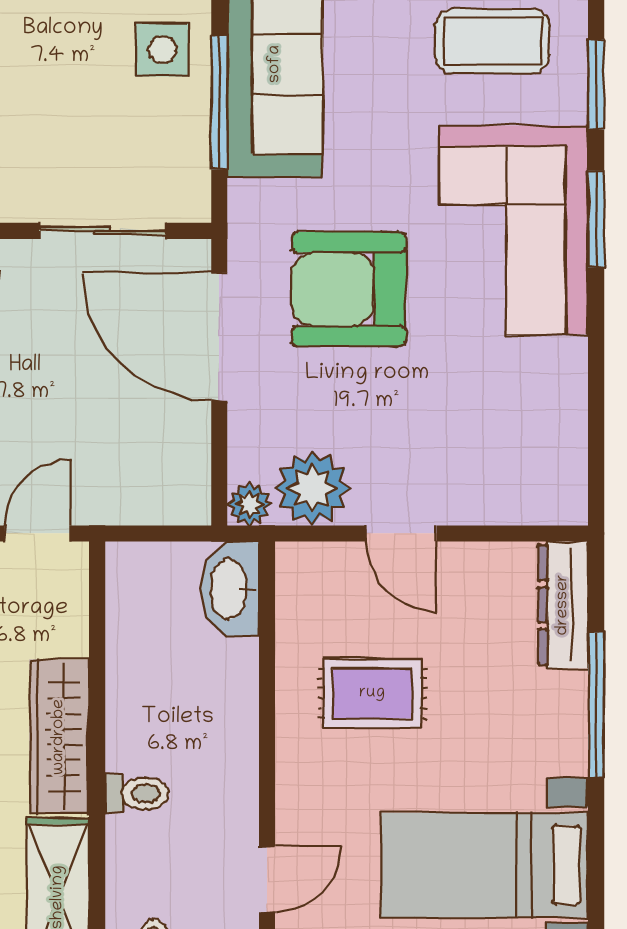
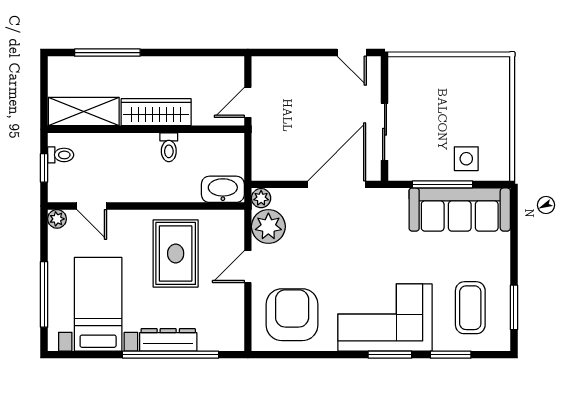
armchair: (349, 289) -> (292, 315), moved
door: (38, 533) -> (248, 102), swing flipped
dresser: (563, 605) -> (168, 340), moved
rug: (372, 693) -> (176, 253), width x1.36, depth x1.43
window: (596, 705) -> (170, 355), width x1.46
toilet: (137, 794) -> (169, 147), moved

